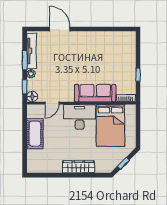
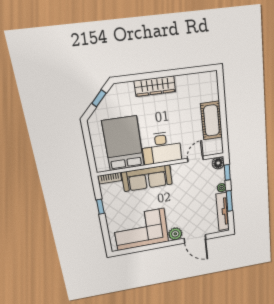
plant: (77, 37) -> (175, 234), added
corner sofa: (107, 47) -> (141, 229), added

